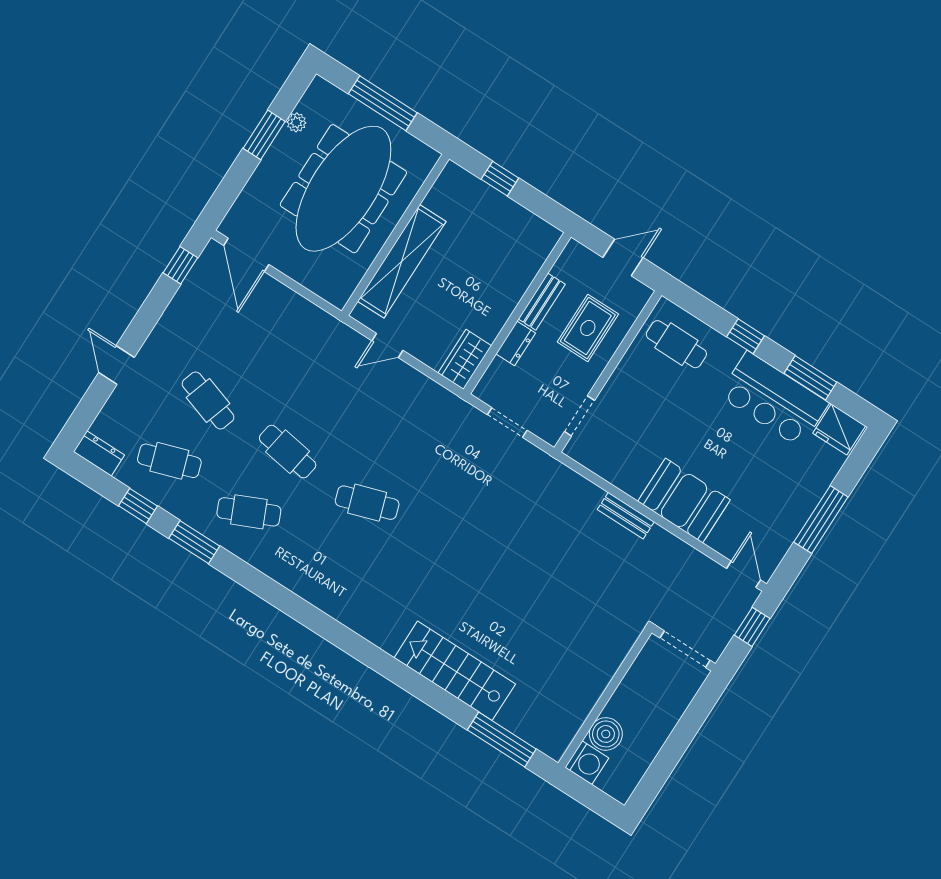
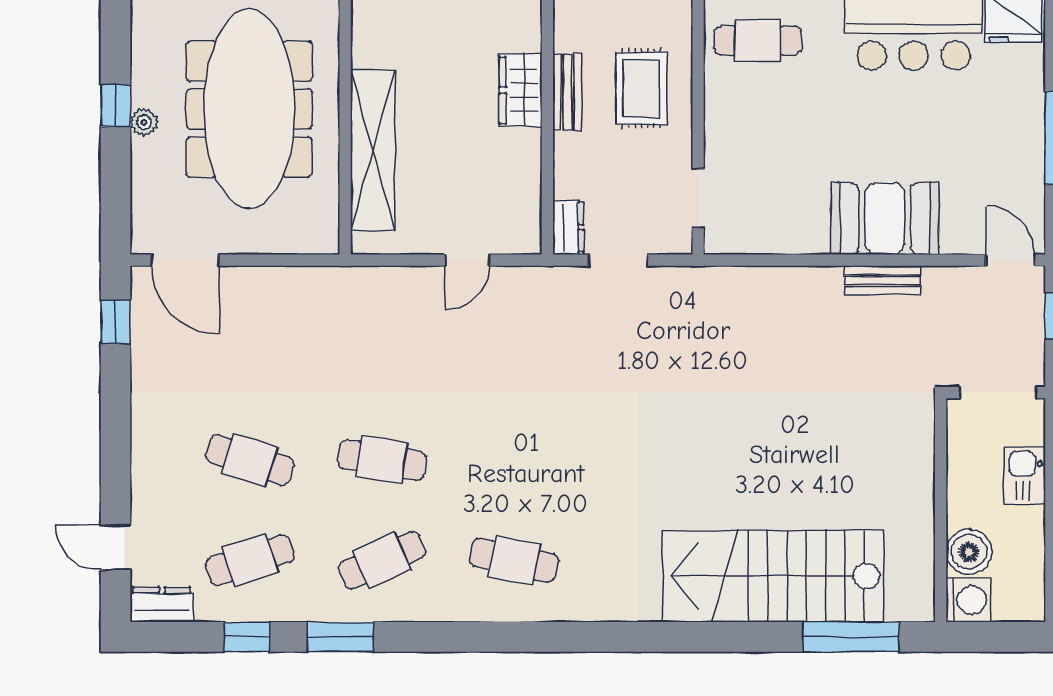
plant: (296, 122) -> (144, 122), moved
window: (264, 135) -> (116, 106), width x0.67
dresser: (516, 343) -> (568, 227), moved
door: (387, 346) -> (467, 260), moved
wardrobe: (465, 359) -> (521, 90), moved
door: (116, 365) -> (116, 547), moved
cafe table: (367, 503) -> (514, 560), moved, turned 30
bench: (626, 516) -> (883, 280), moved
stairs: (455, 671) -> (773, 576), width x1.36, depth x1.51
kitchen sink: (669, 709) -> (1025, 475), added

